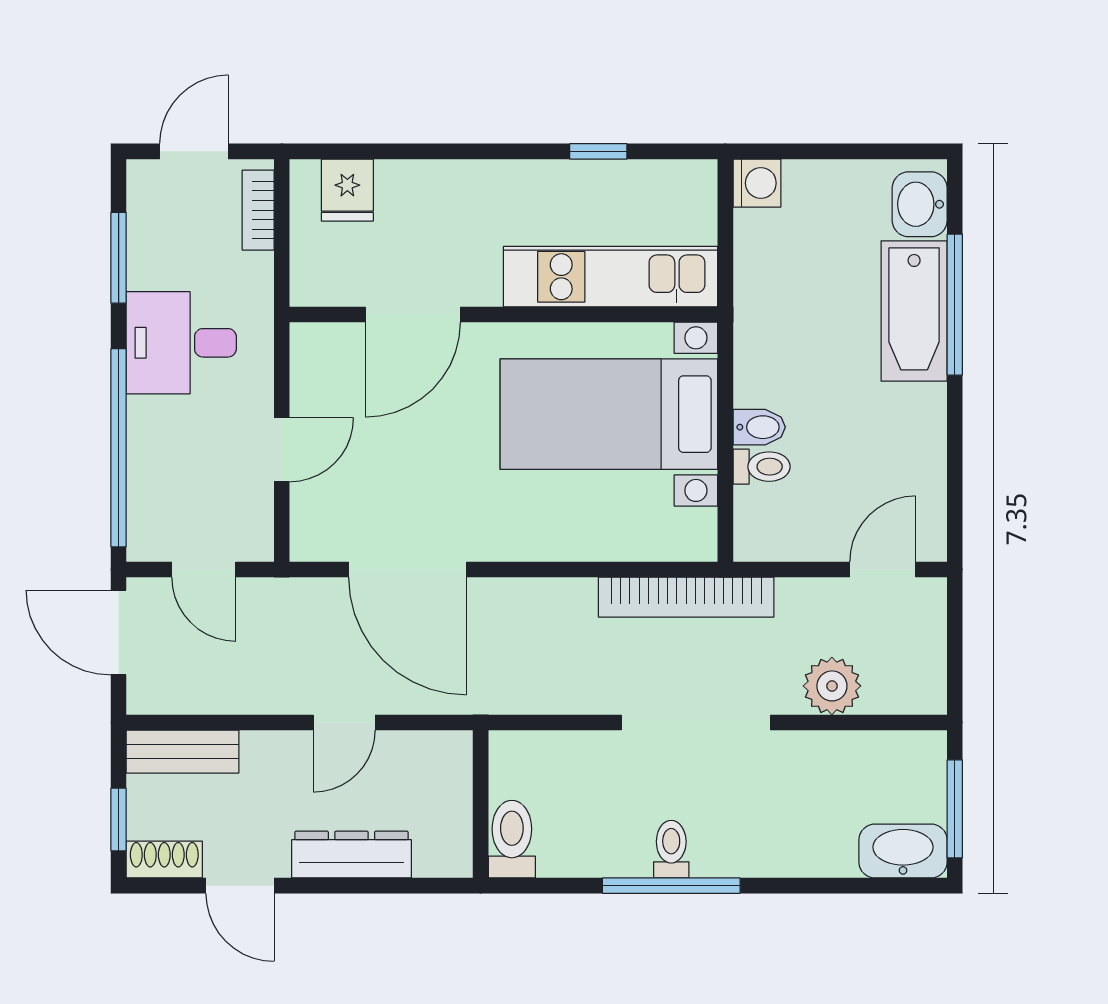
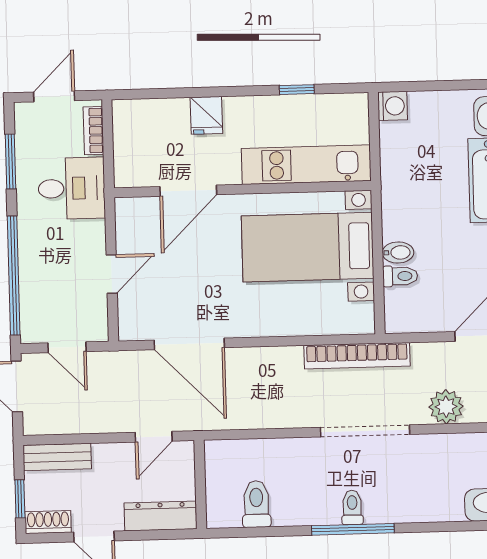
fridge: (347, 190) -> (206, 115), moved
desk: (181, 343) -> (72, 188), moved, turned 180
wall: (481, 804) -> (200, 485), moved

